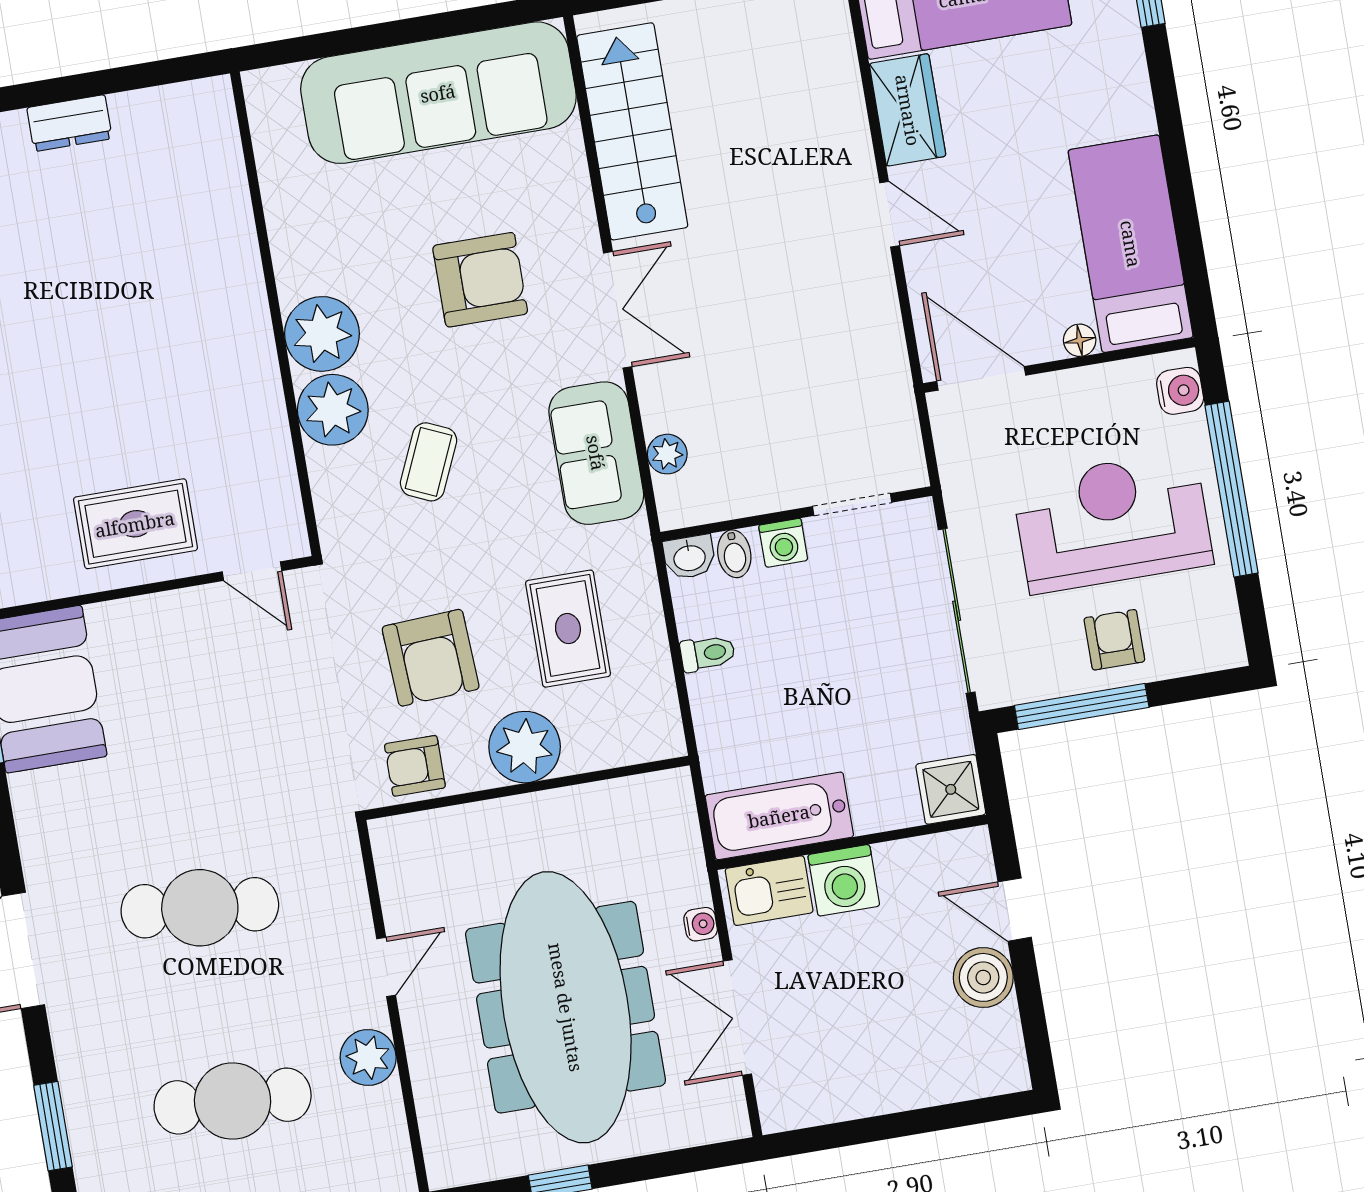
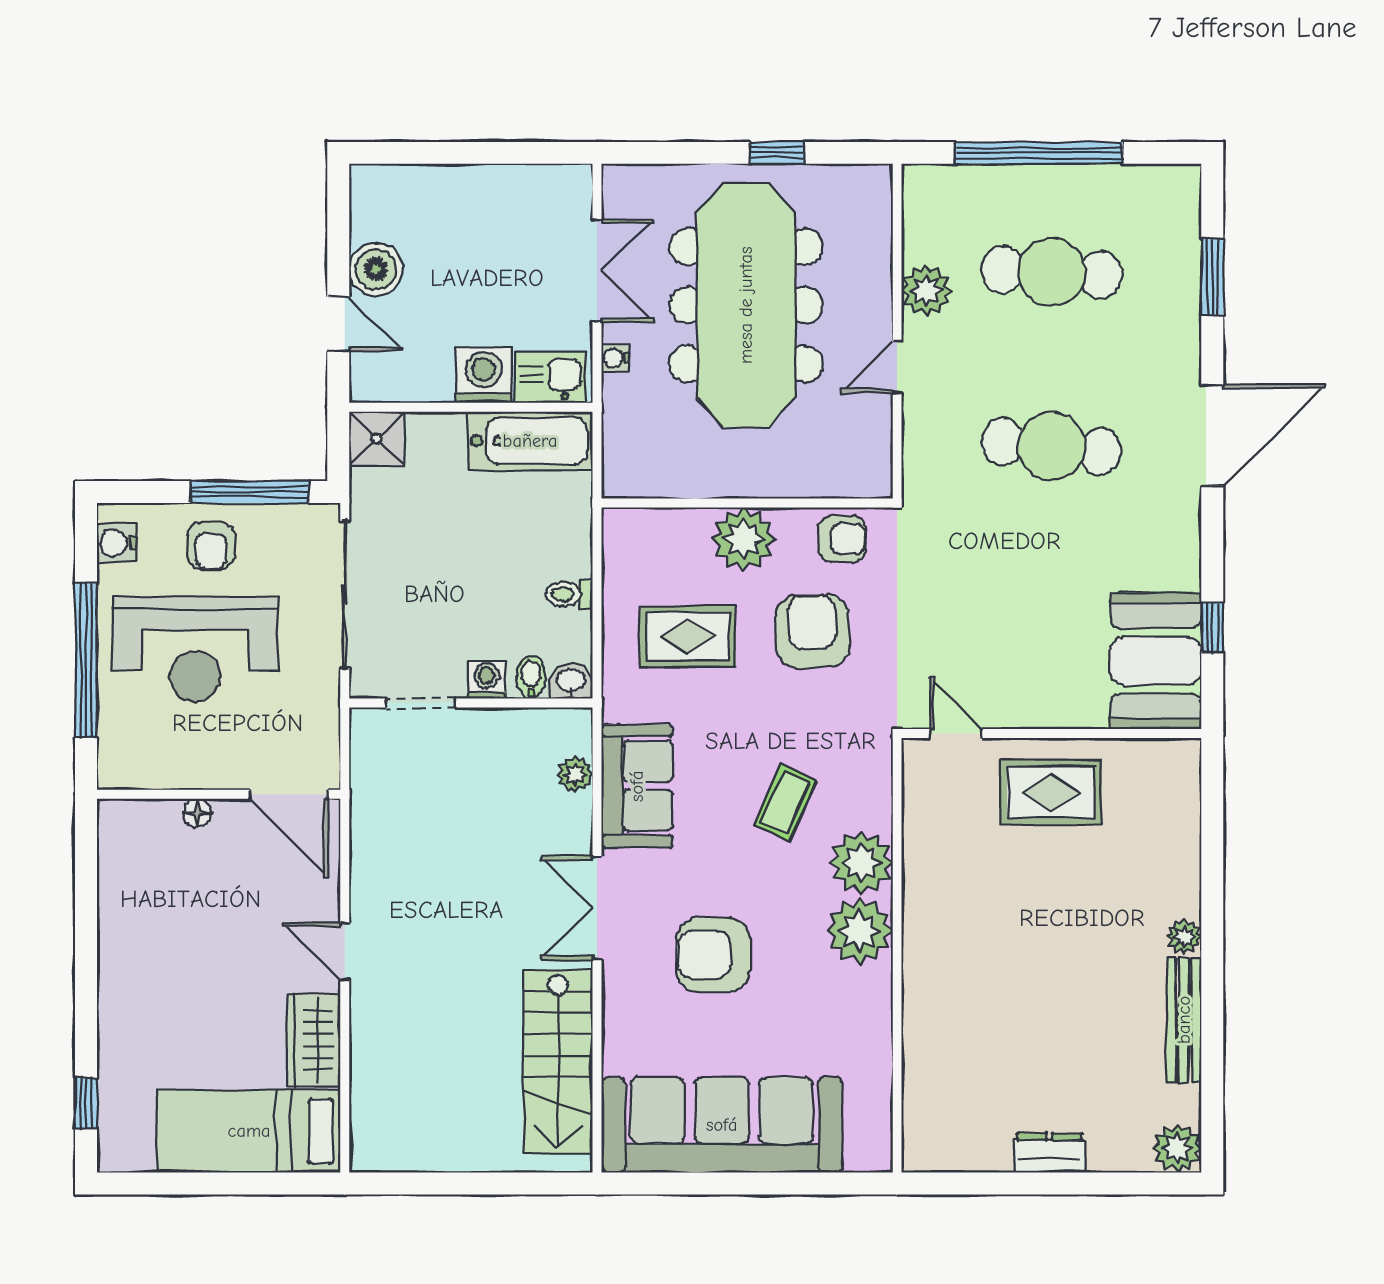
bed: (1131, 244) -> (138, 890), removed
water cooler: (1180, 391) -> (117, 543), moved
rug: (568, 629) -> (688, 636), turned 90

